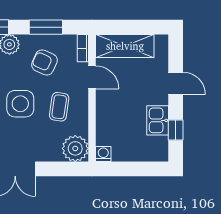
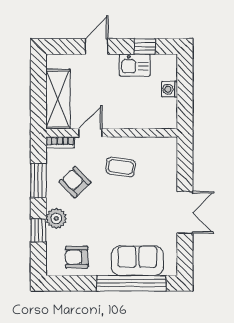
armchair: (44, 63) -> (75, 182), turned 111
side table: (20, 104) -> (118, 207), removed
plant: (75, 148) -> (164, 150), removed
washing machine: (103, 154) -> (170, 89), moved

